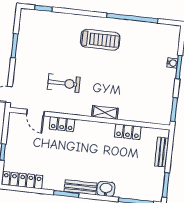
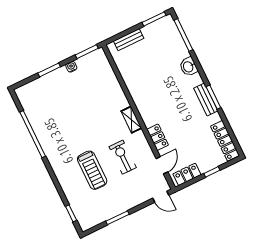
treadmill: (100, 40) -> (92, 170), moved, turned 180
water cooler: (172, 63) -> (71, 67), moved
shelving: (105, 112) -> (131, 120), moved
locker: (128, 132) -> (187, 174), moved, turned -90
bench: (80, 187) -> (206, 99), moved

